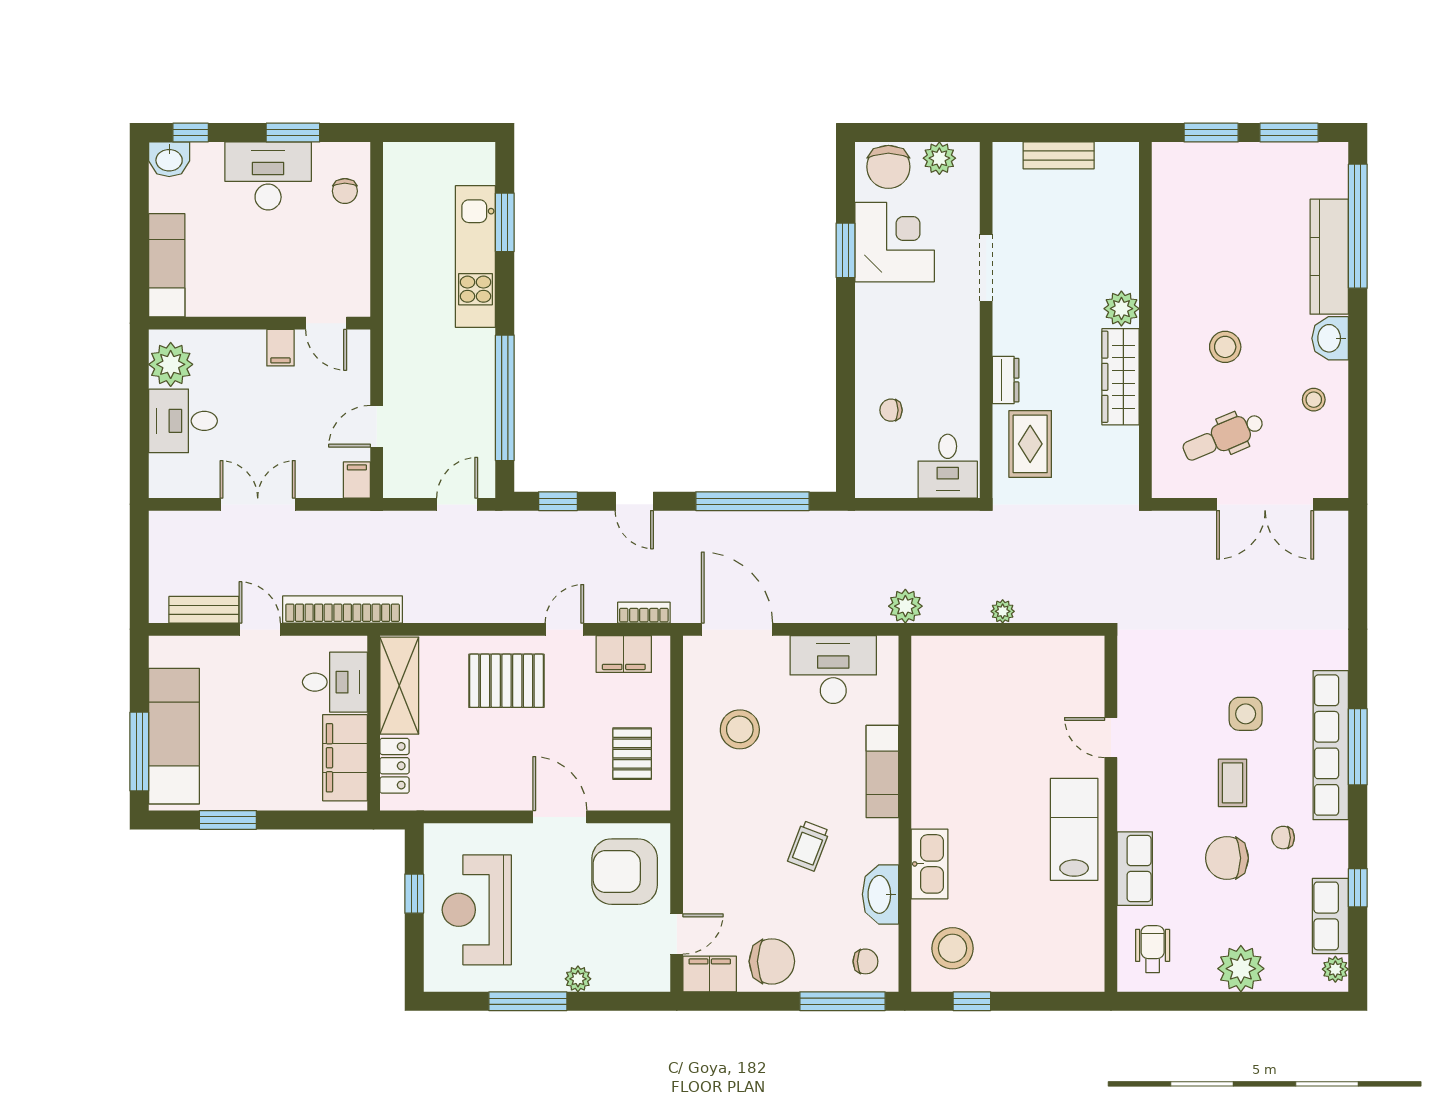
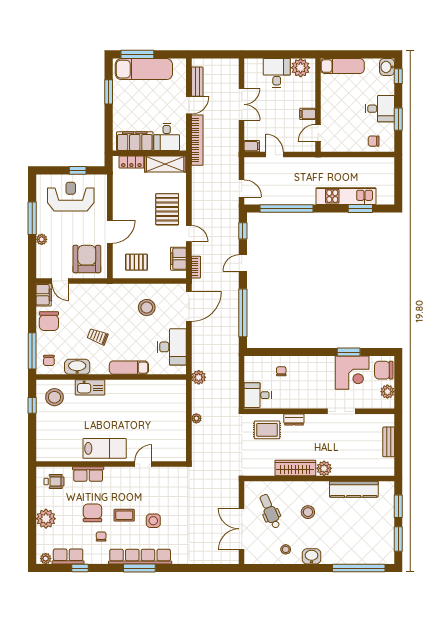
desk: (268, 176) -> (380, 109), width x0.73
kitchen counter: (1329, 257) -> (354, 489), moved, turned 180

